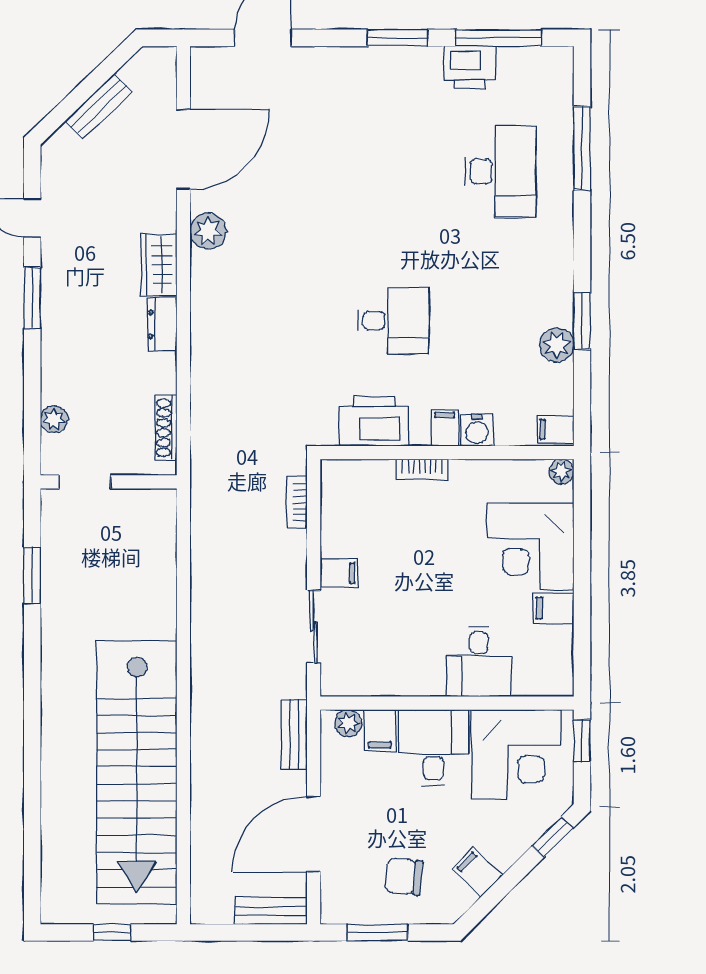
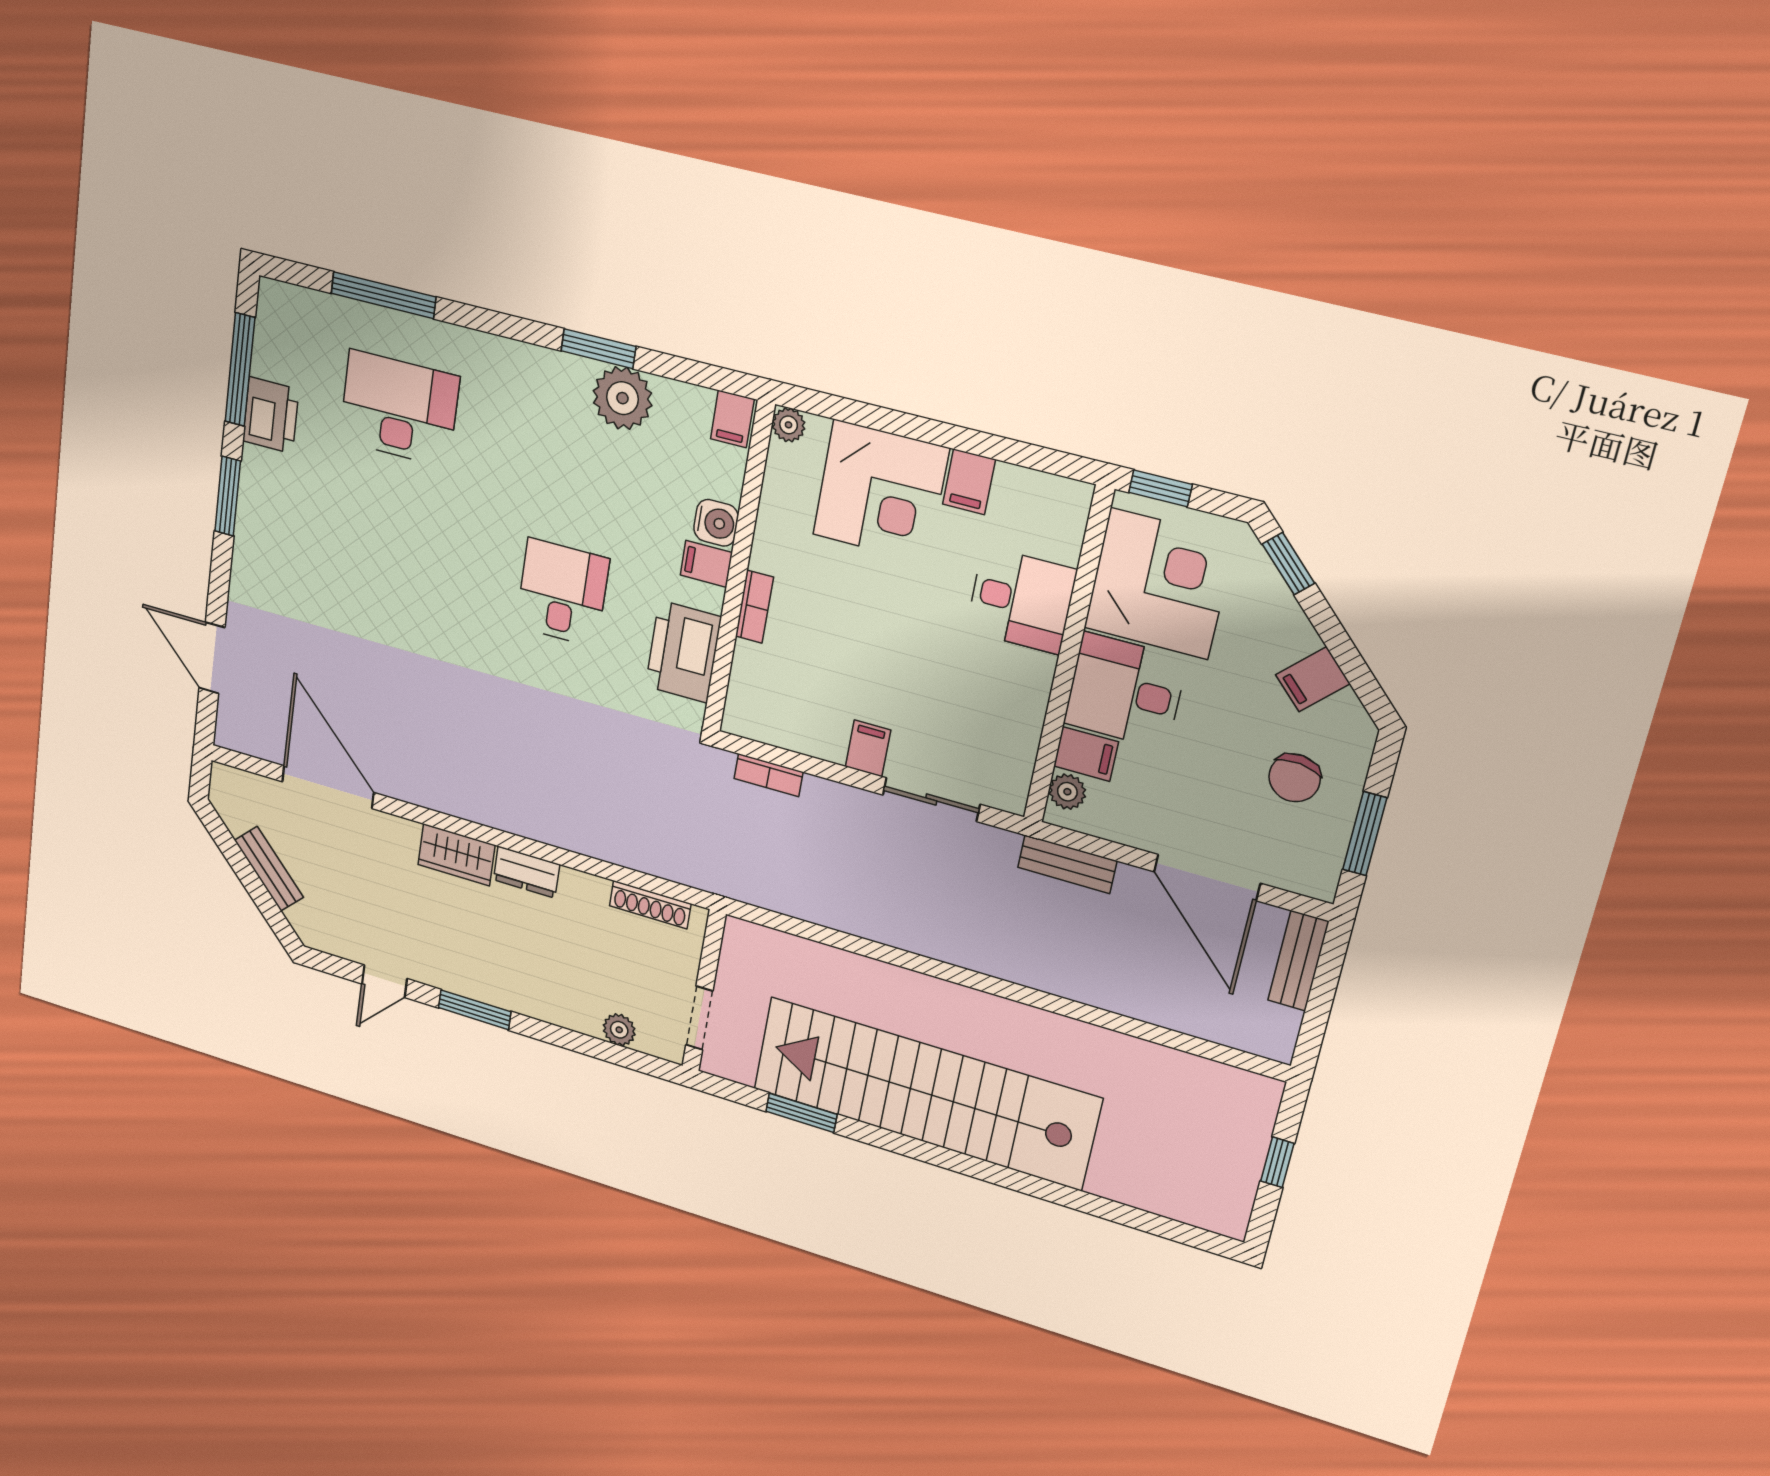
plant: (208, 231) -> (425, 786), removed
plant: (557, 345) -> (623, 398), width x1.36, depth x1.36
stairs: (137, 772) -> (925, 1093), moved, turned 180

